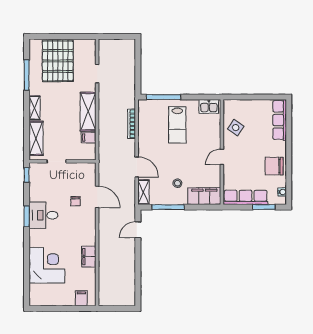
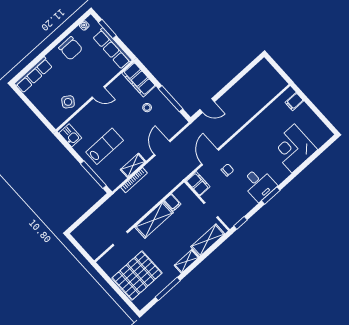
shelving: (143, 192) -> (133, 165), moved
filing cabinet: (89, 257) -> (198, 184), moved, turned -90

